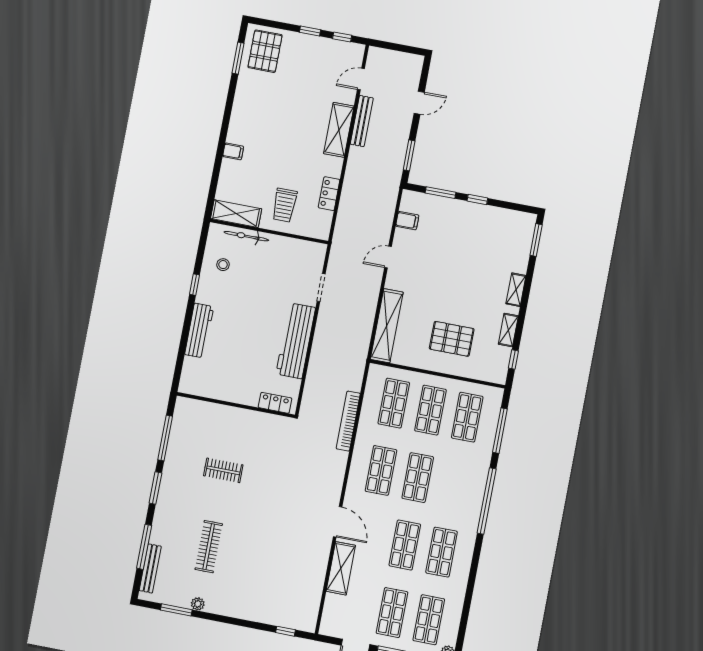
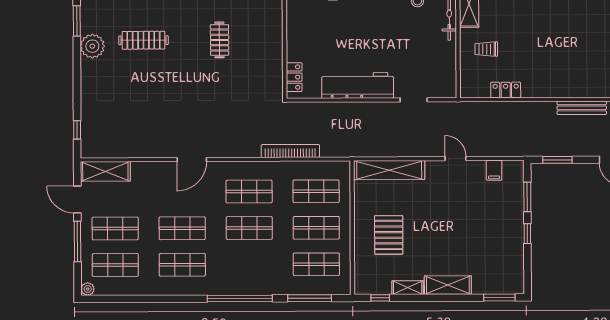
shelving: (339, 130) -> (569, 87), removed
trolley: (284, 205) -> (486, 49), width x0.73, depth x0.72
shelving: (516, 290) -> (448, 285), width x1.50, depth x1.33
shelving: (341, 568) -> (105, 171), moved
plant: (198, 604) -> (92, 46), width x1.88, depth x1.88

